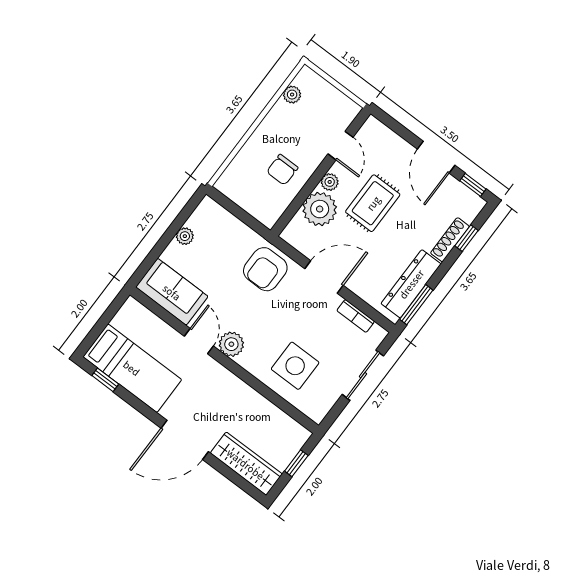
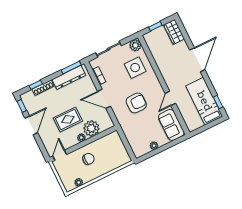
door: (341, 146) -> (60, 155), moved
chair: (282, 170) -> (88, 159), moved
armchair: (265, 269) -> (136, 103), moved
plant: (231, 344) -> (135, 45), moved
door: (185, 440) -> (197, 60), hinge flipped
wardrobe: (246, 464) -> (174, 32), width x0.67

